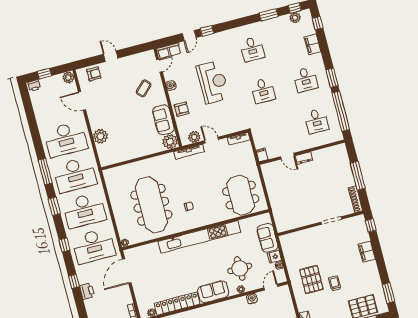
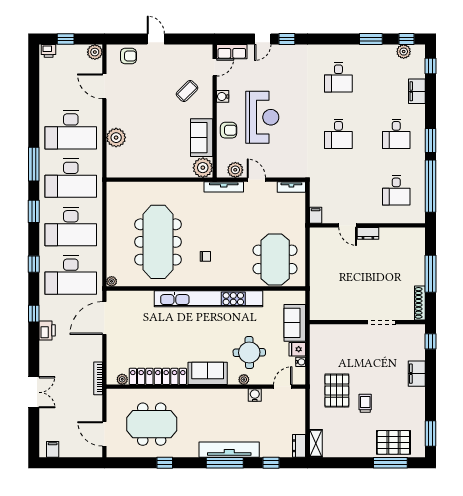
reception desk: (213, 82) -> (262, 117), moved

